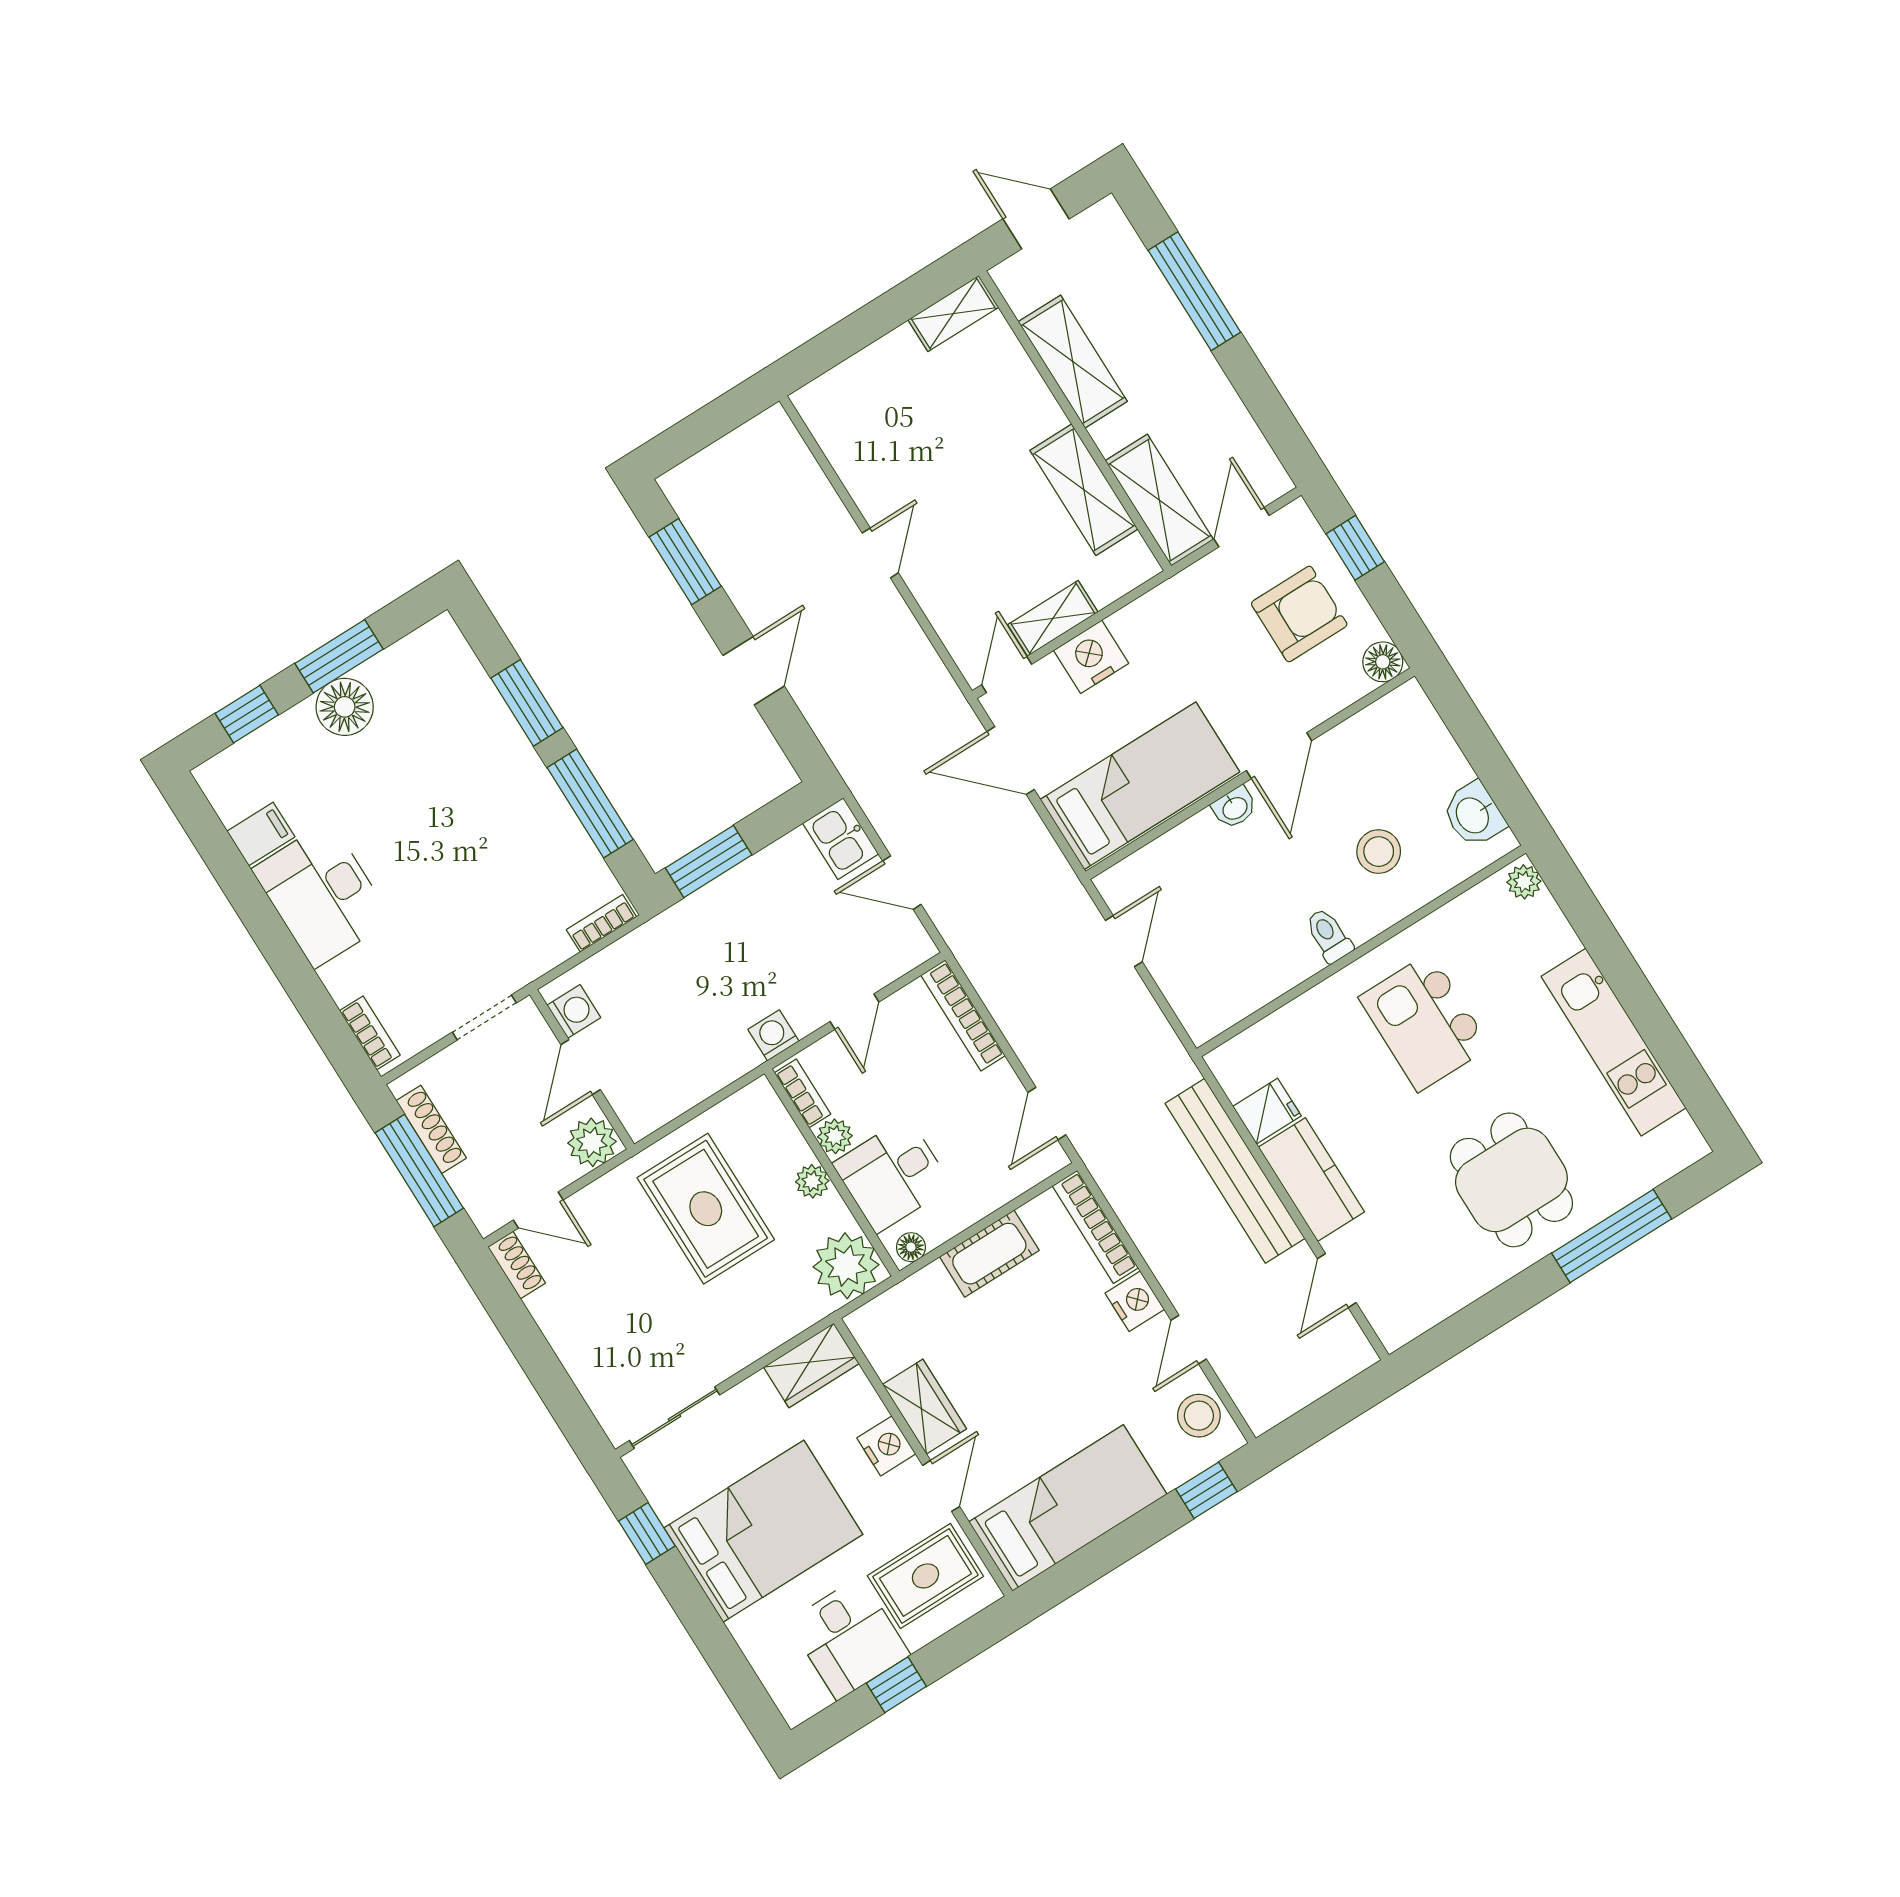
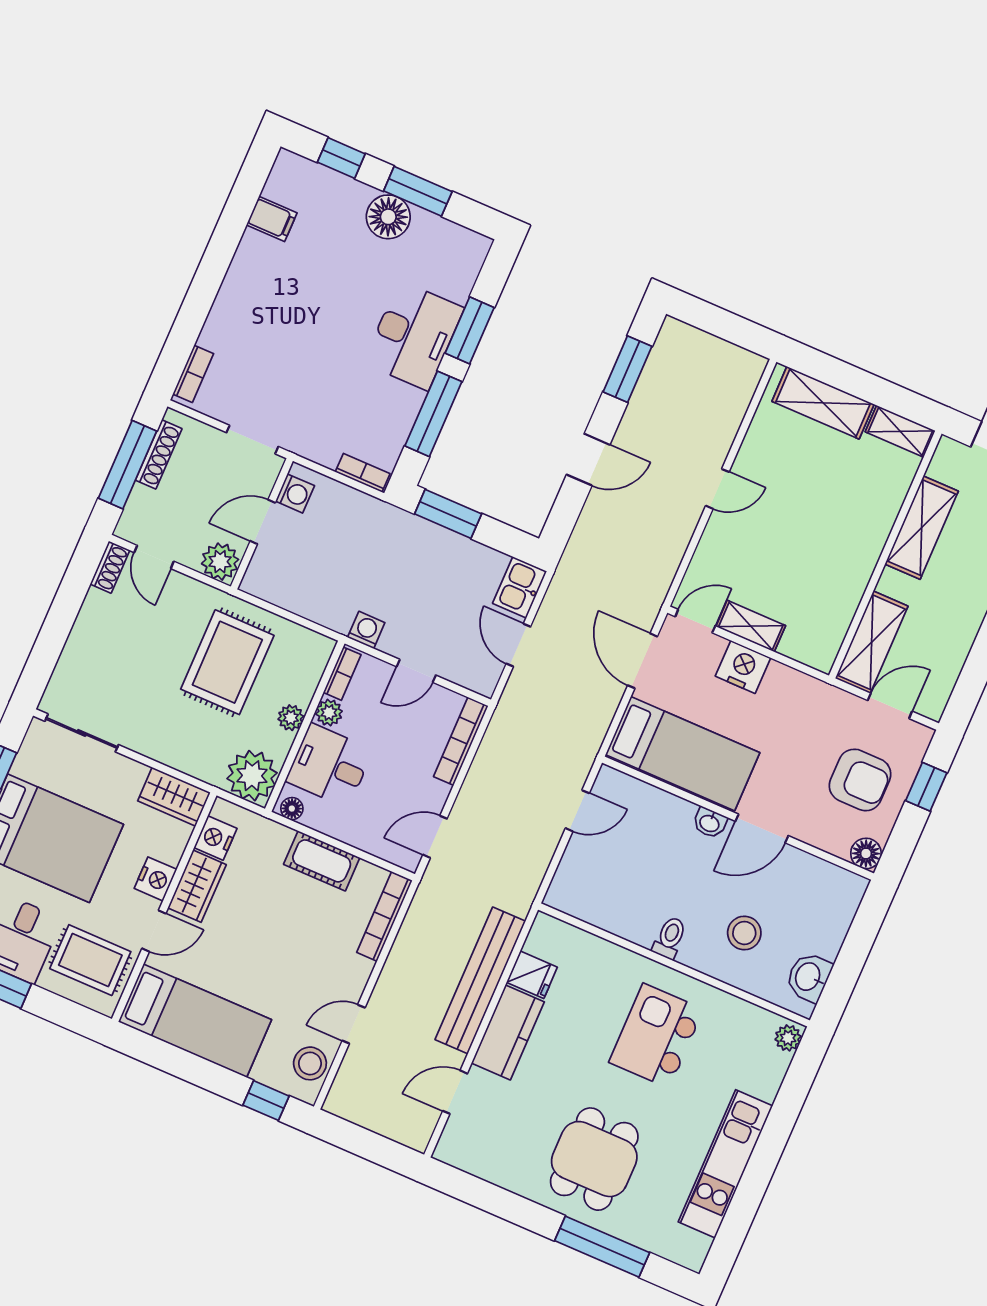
shelving: (1084, 490) -> (823, 403), moved, turned 90
desk: (322, 894) -> (414, 335), moved, turned 180
nightstand: (1135, 1301) -> (215, 838), moved, turned 180

